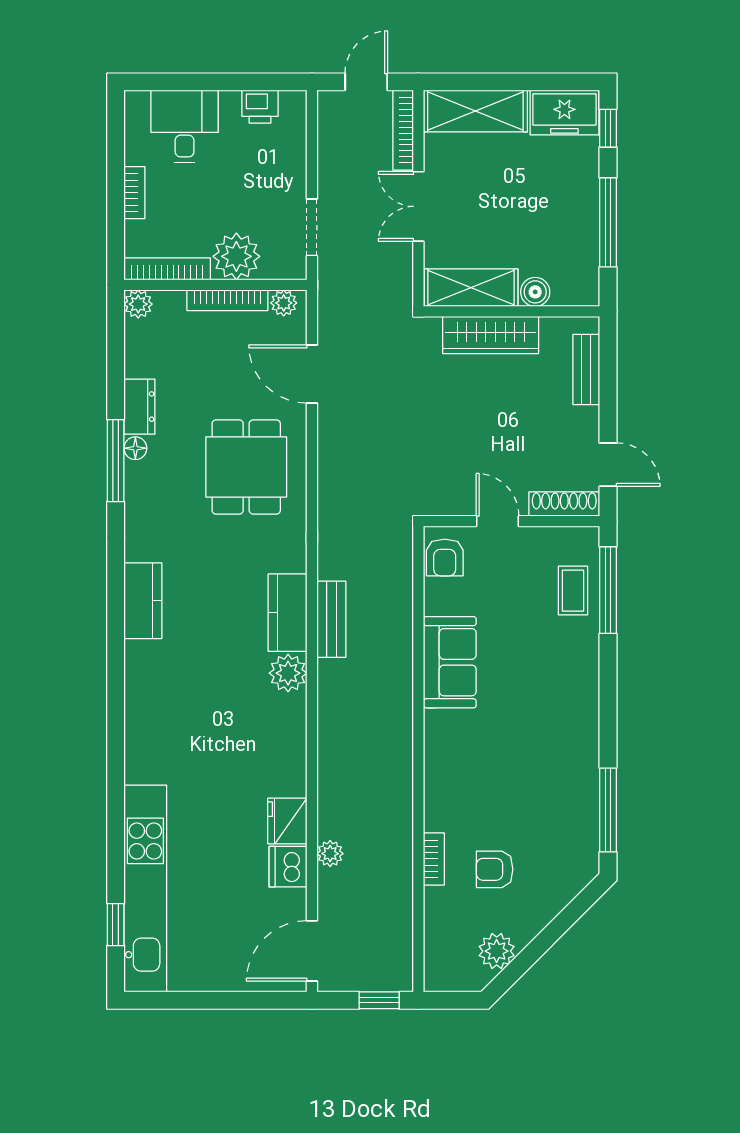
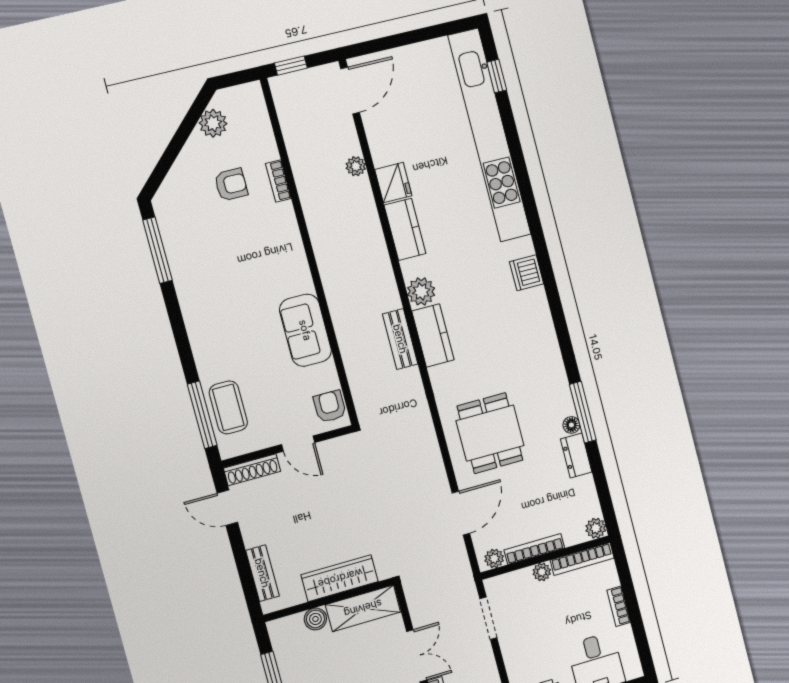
plant: (236, 256) -> (542, 572), width x0.53, depth x0.53
door: (312, 374) -> (461, 513), hinge flipped
coffee table: (573, 591) -> (228, 407), width x1.36, depth x1.30
kitchen counter: (143, 601) -> (405, 229), moved, turned 180
dishwasher: (288, 867) -> (527, 273), moved, turned 180
kitchen unit: (145, 889) -> (489, 135), width x1.36

